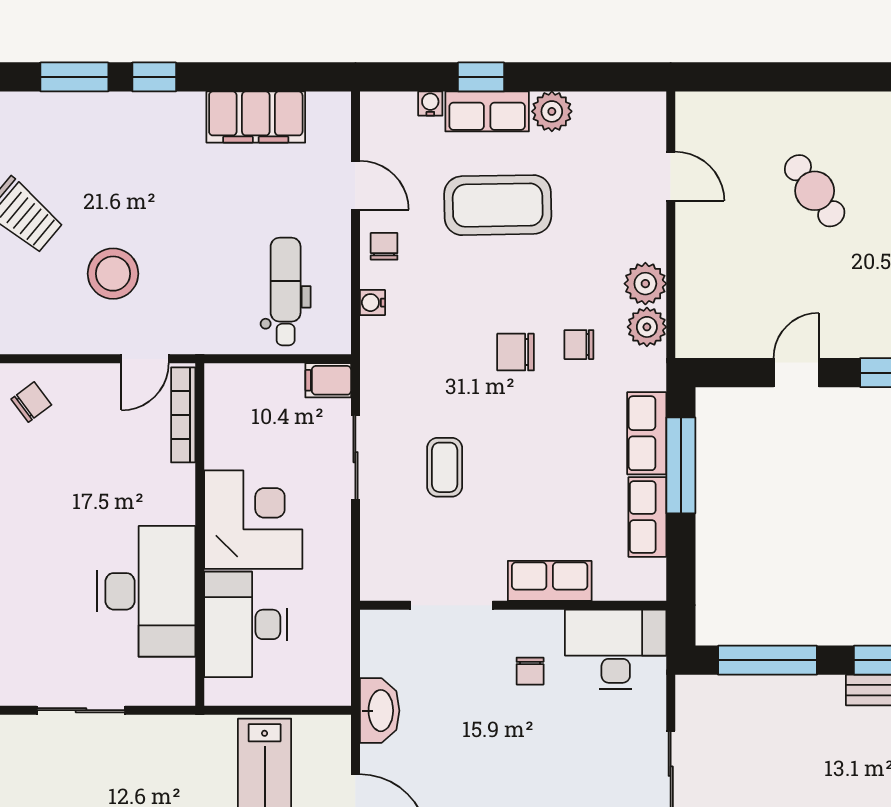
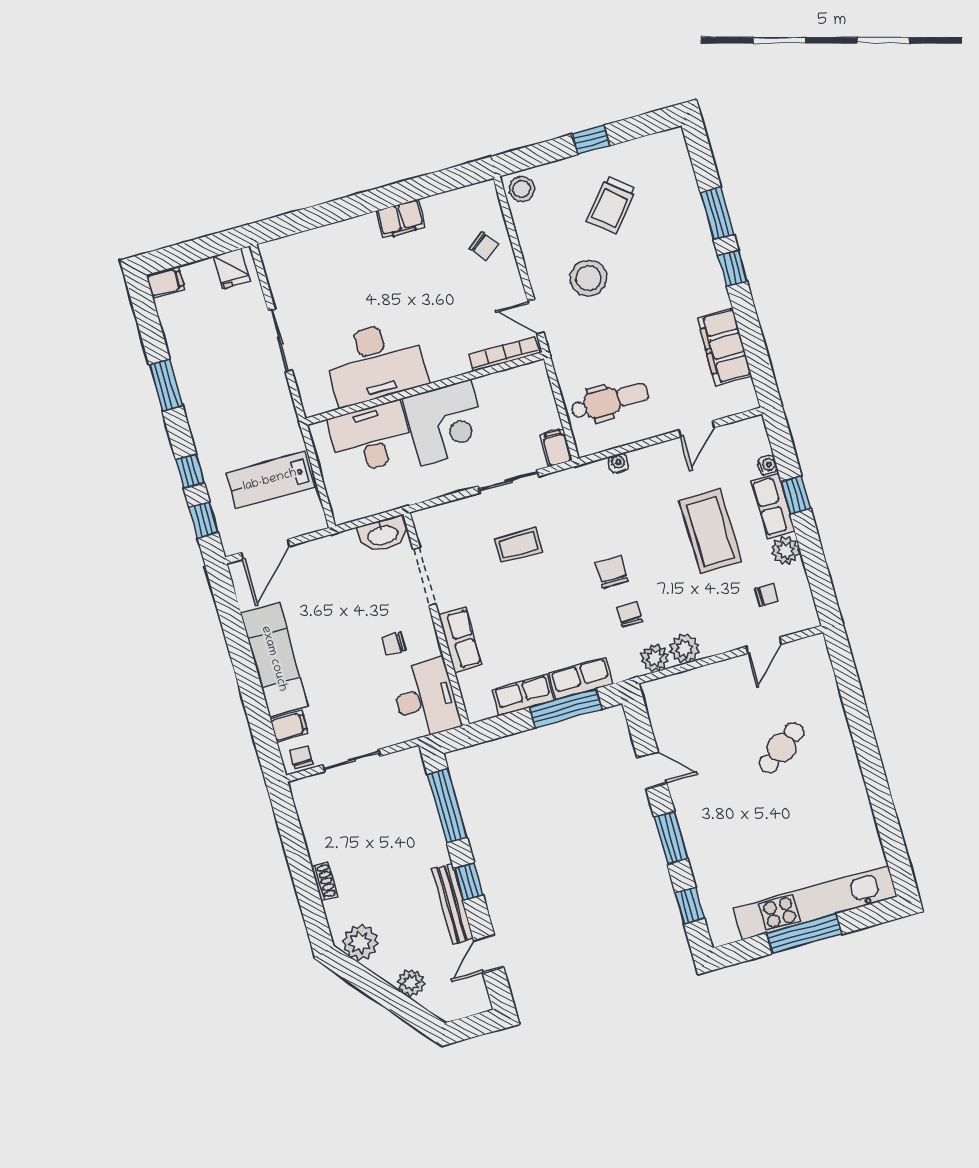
chair: (384, 246) -> (767, 595), moved
washbasin: (380, 711) -> (383, 534), moved

